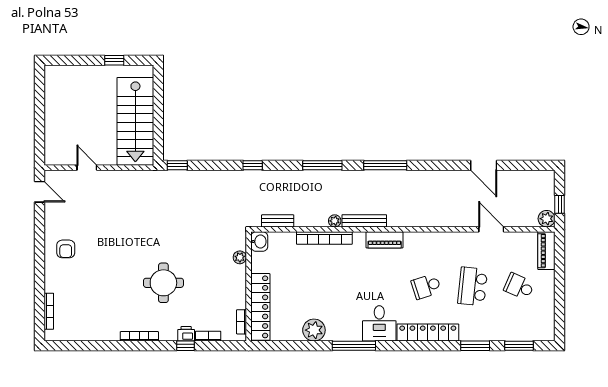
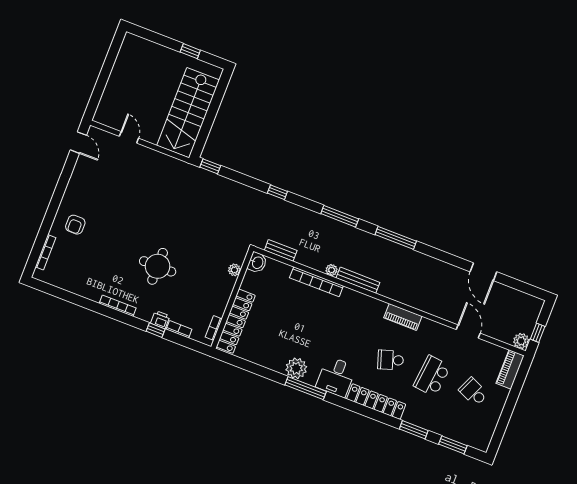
piano: (385, 240) -> (403, 317), moved
armchair: (66, 249) -> (75, 225), moved
plant: (314, 330) -> (296, 368), moved

